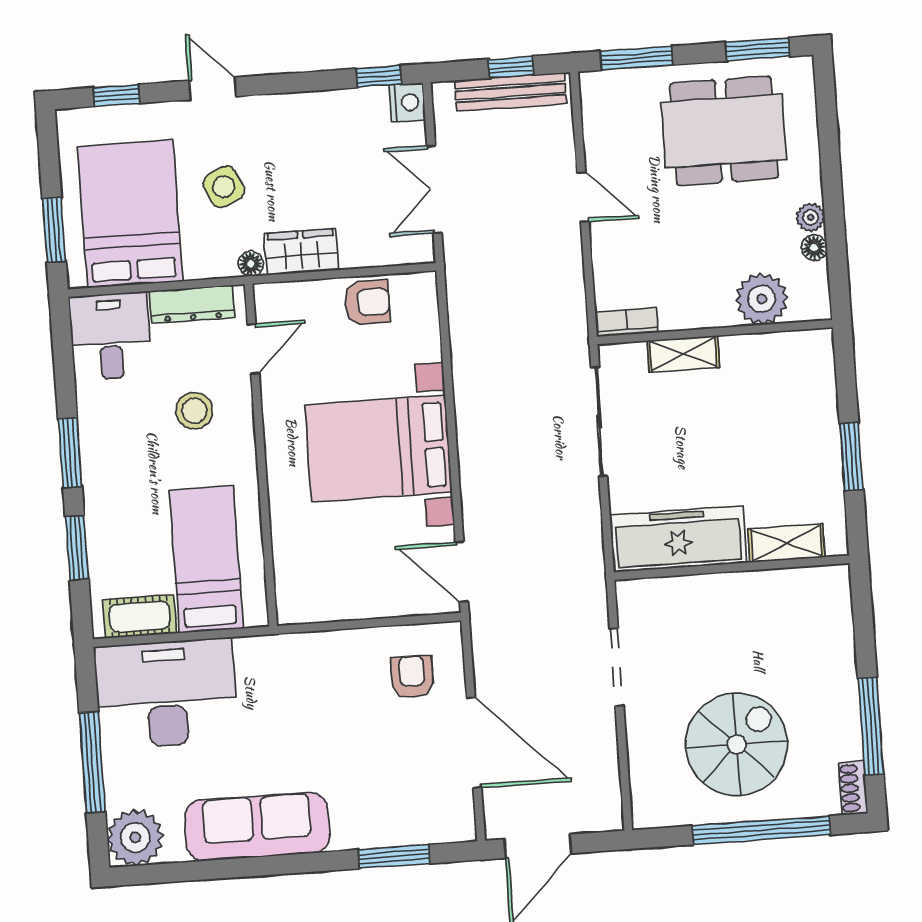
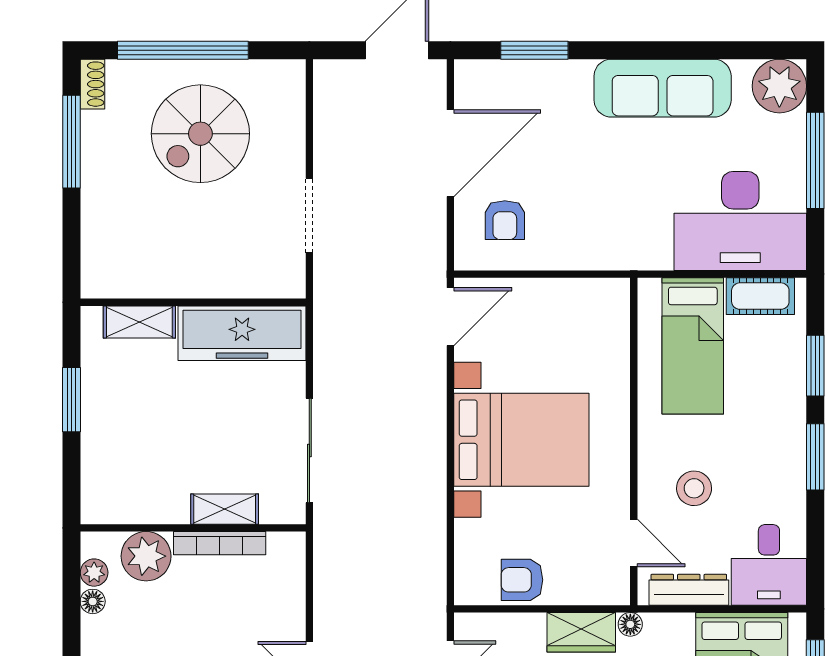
plant: (811, 217) -> (94, 573), moved
bookcase: (627, 322) -> (220, 543), moved, width x1.56
door: (253, 349) -> (634, 543), swing flipped
door: (462, 572) -> (450, 317), hinge flipped
door: (474, 743) -> (450, 153), swing flipped

